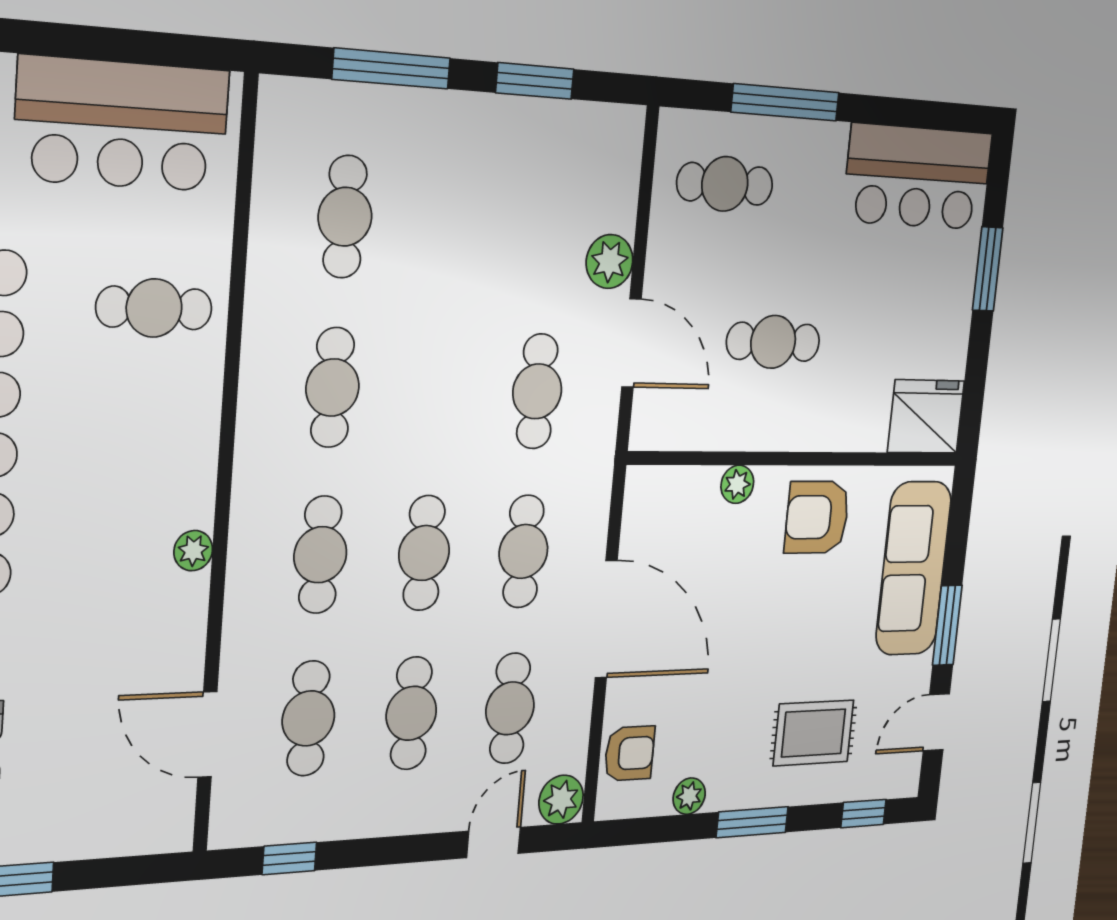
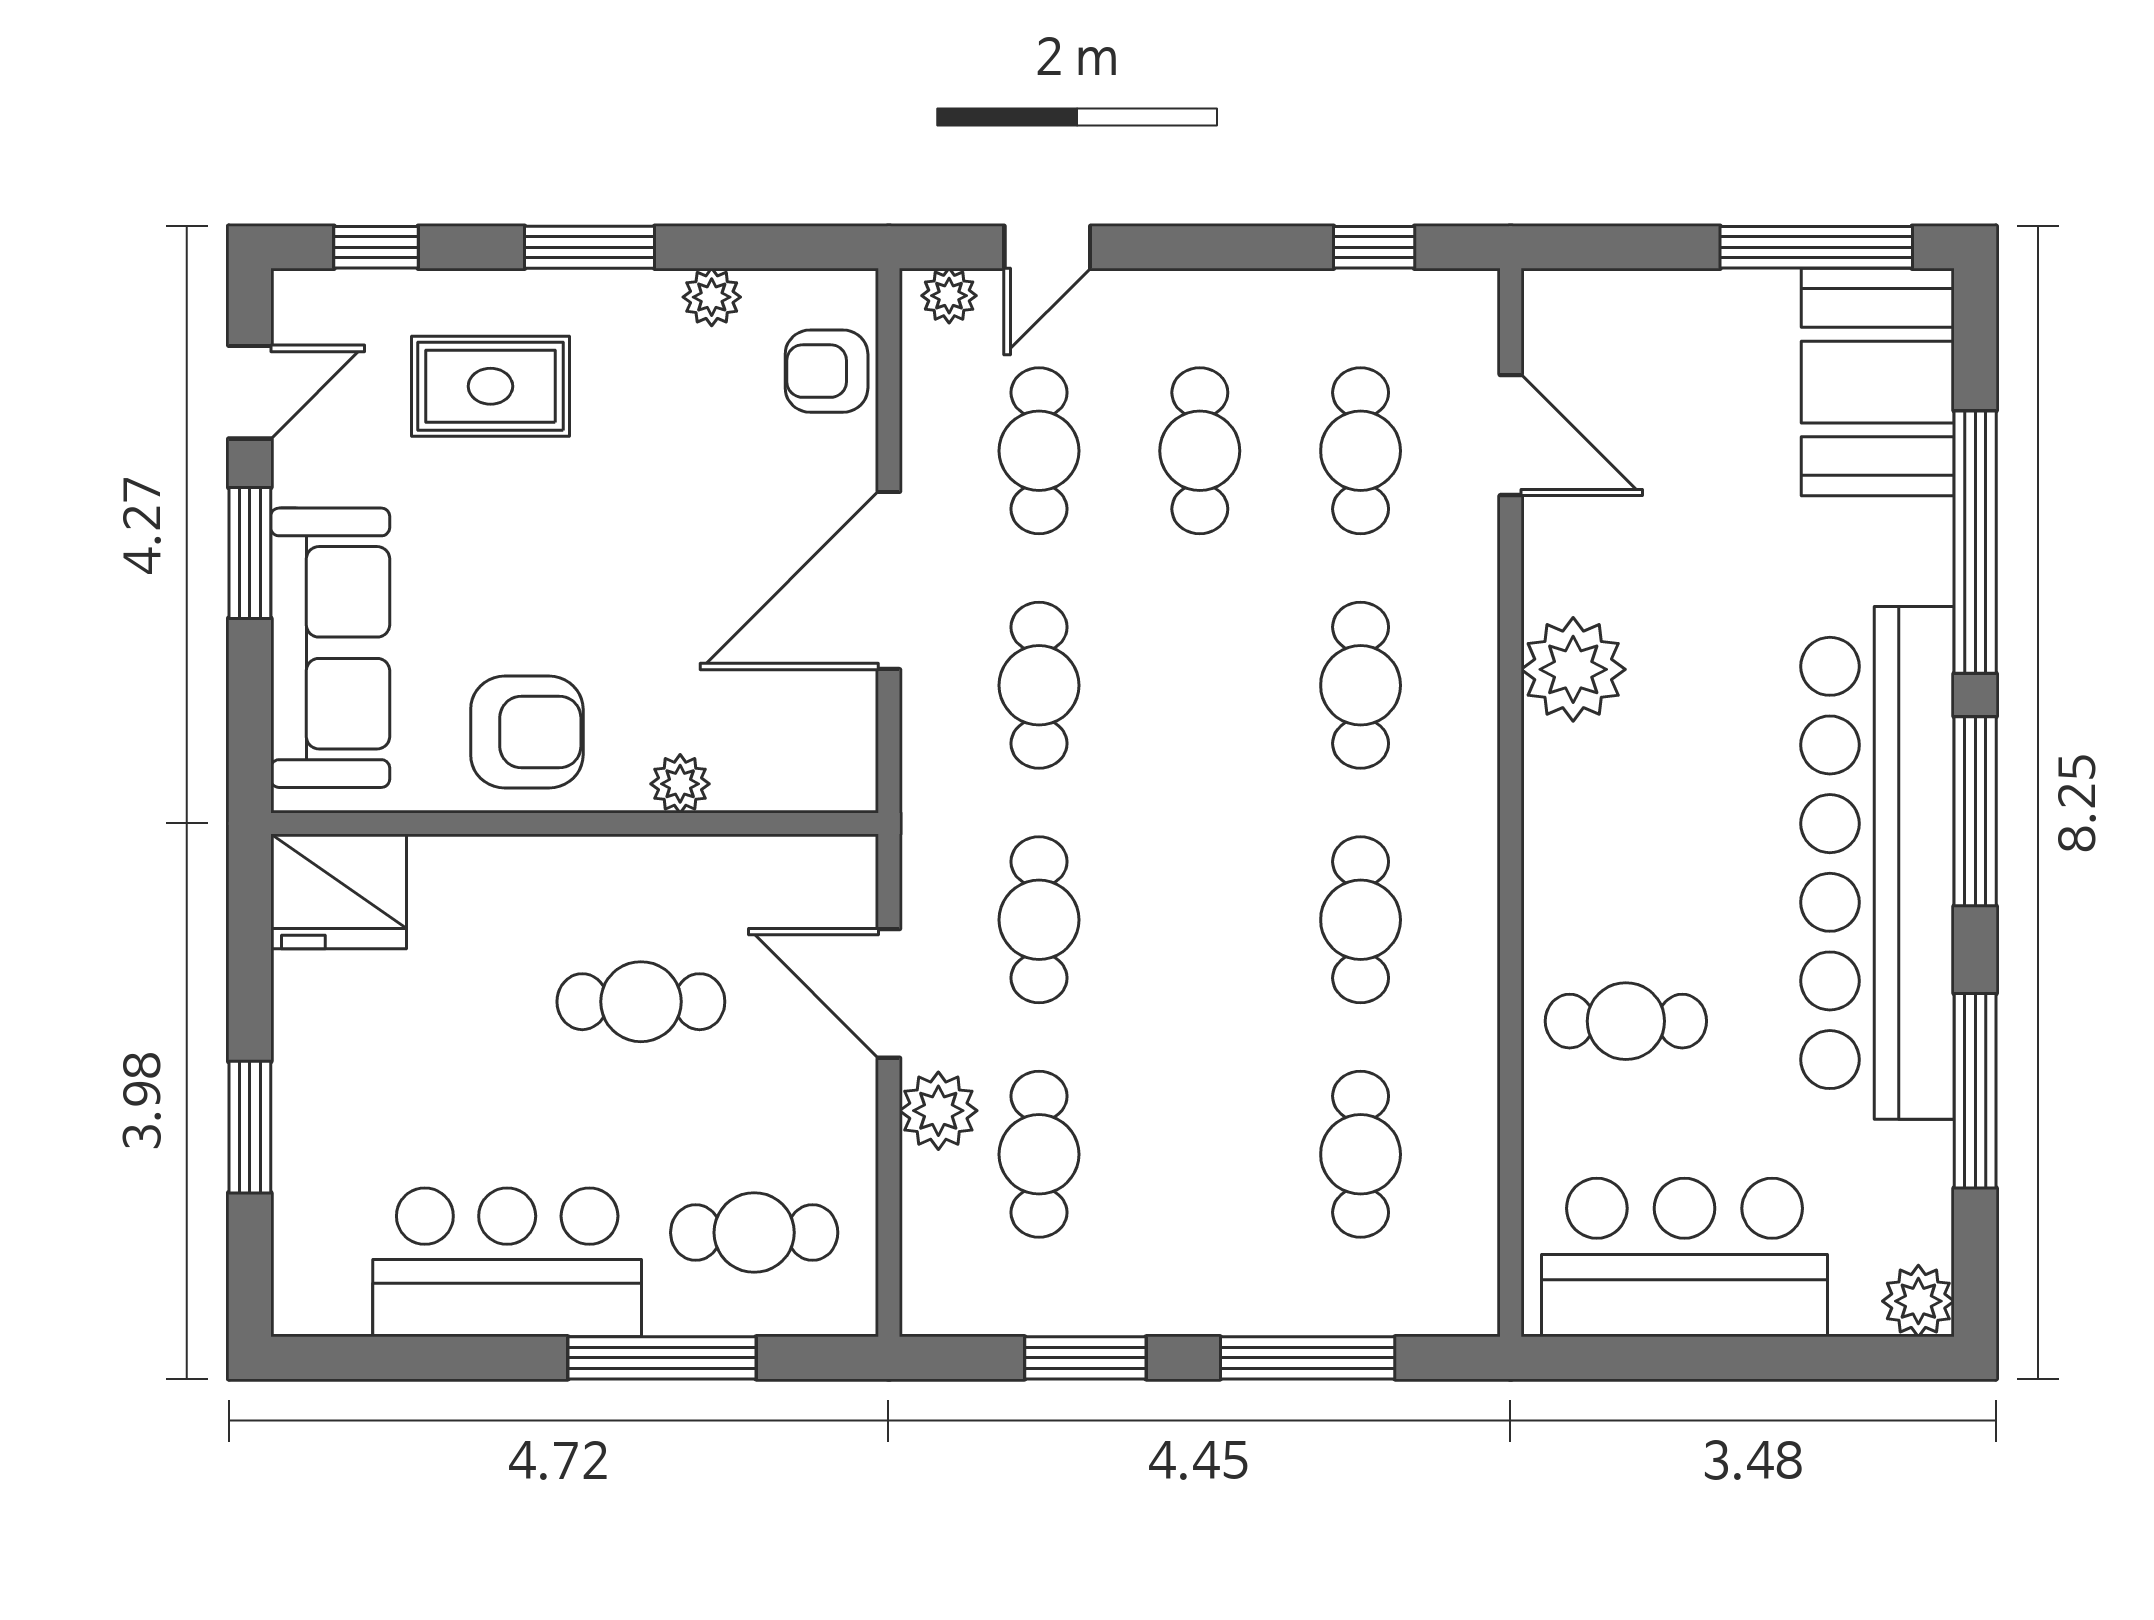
bar counter: (918, 177) -> (507, 1262), moved
plant: (193, 551) -> (1573, 669), width x1.87, depth x1.87
cafe table: (424, 553) -> (1039, 1154), moved
door: (606, 619) -> (889, 580), hinge flipped
plant: (561, 800) -> (949, 296), width x0.73, depth x0.73

